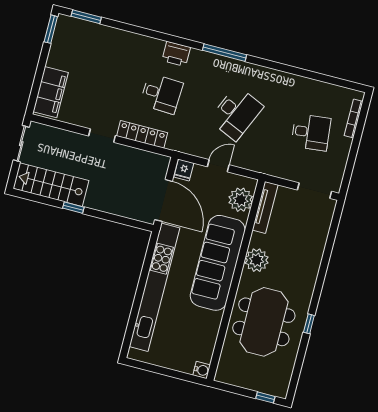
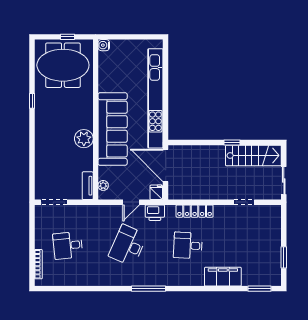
window: (51, 29) -> (284, 257), moved
printer: (176, 54) -> (155, 213), moved, turned 180
filing cabinet: (51, 92) -> (223, 277), moved, turned 90
doorway: (102, 136) -> (244, 202), moved
plant: (241, 200) -> (103, 185), width x0.53, depth x0.53
tv unit: (265, 207) -> (88, 186), width x0.71
meeting table: (264, 322) -> (63, 65), moved, turned 90
window: (265, 397) -> (67, 37), moved

